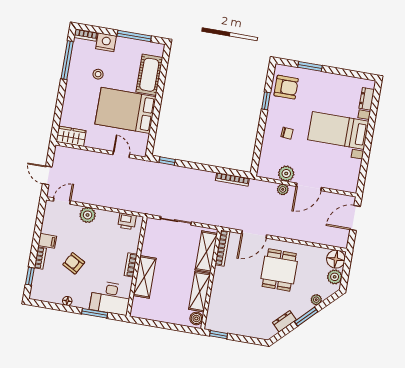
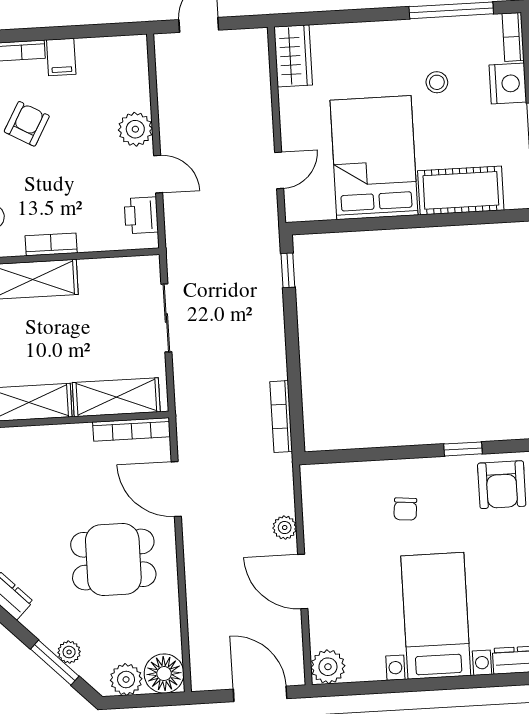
plant: (286, 174) -> (328, 667), moved
door: (62, 201) -> (158, 174), moved
window: (306, 317) -> (55, 663), moved

